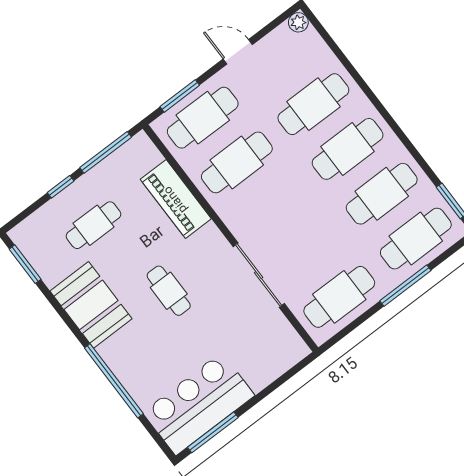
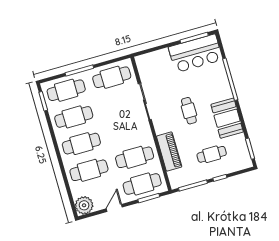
plant: (298, 22) -> (84, 205), width x1.87, depth x1.87
door: (238, 52) -> (114, 208), swing flipped

